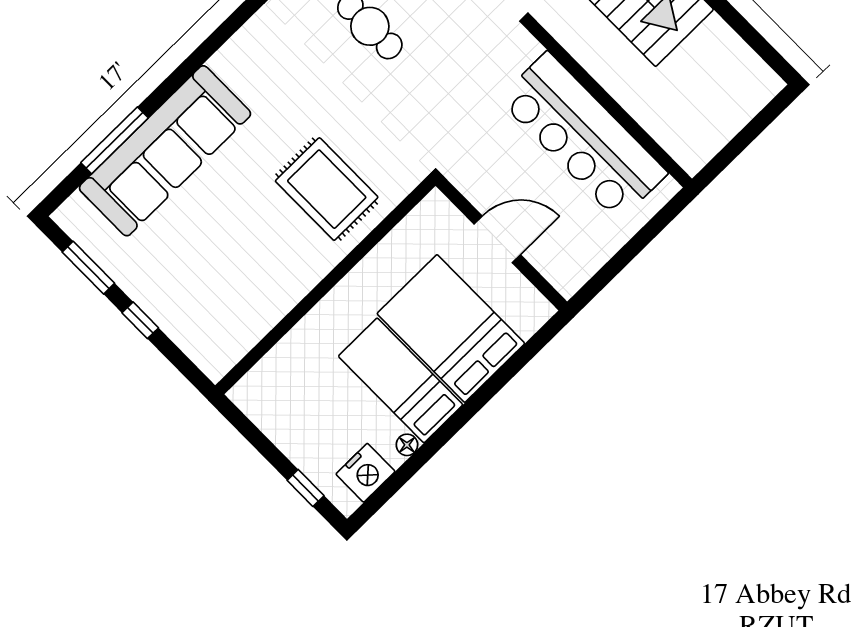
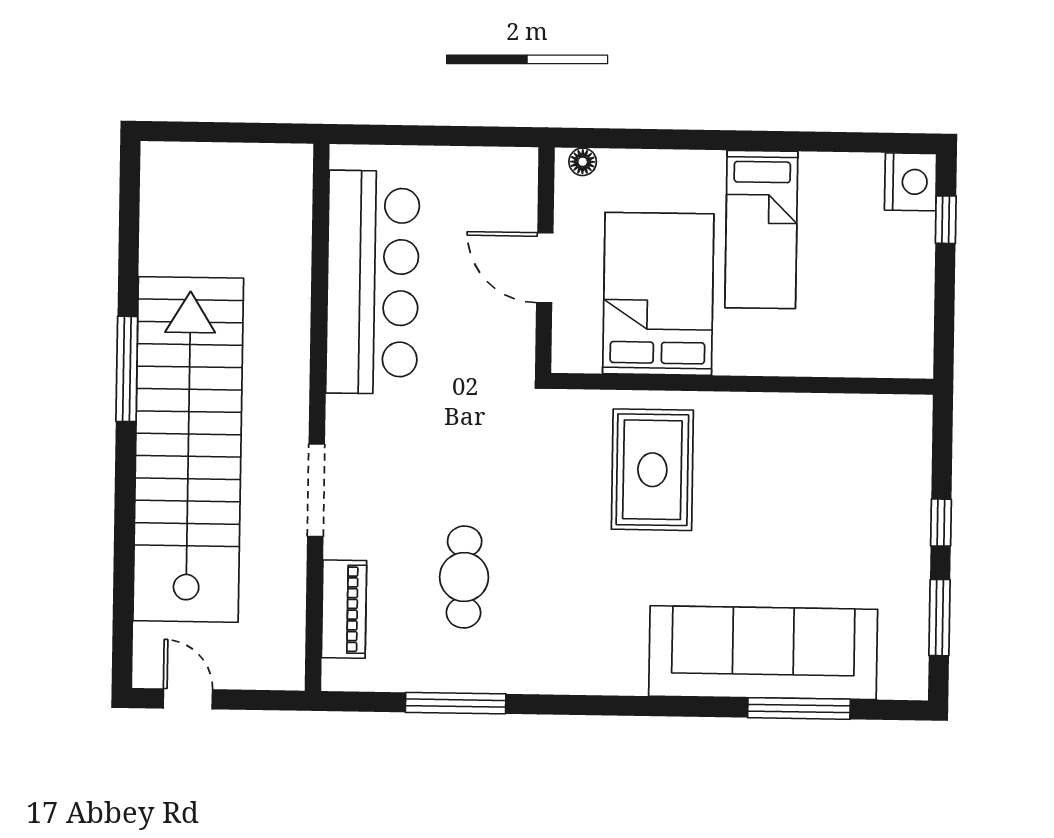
bed: (451, 328) -> (658, 294), moved, turned 180
floor lamp: (407, 445) -> (583, 162), moved
nightstand: (365, 473) -> (911, 182), moved, turned 90

